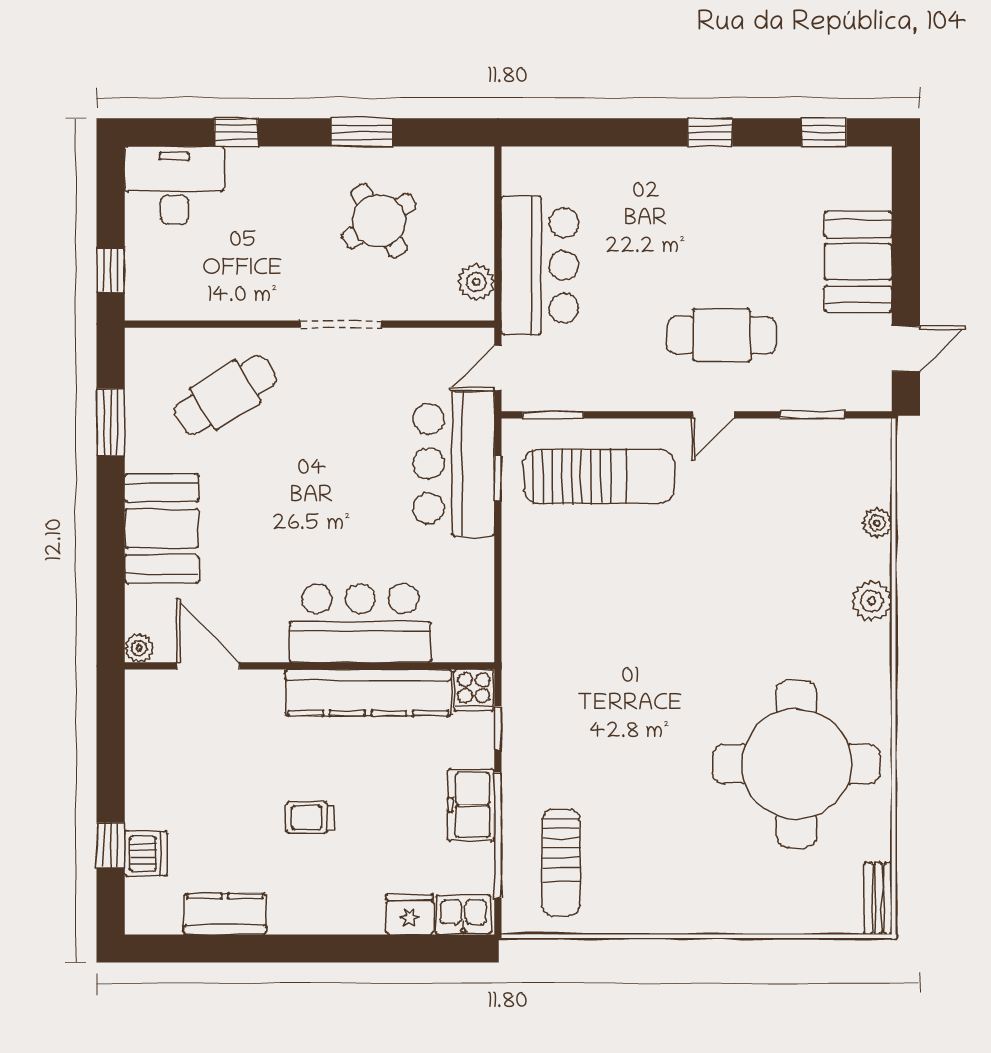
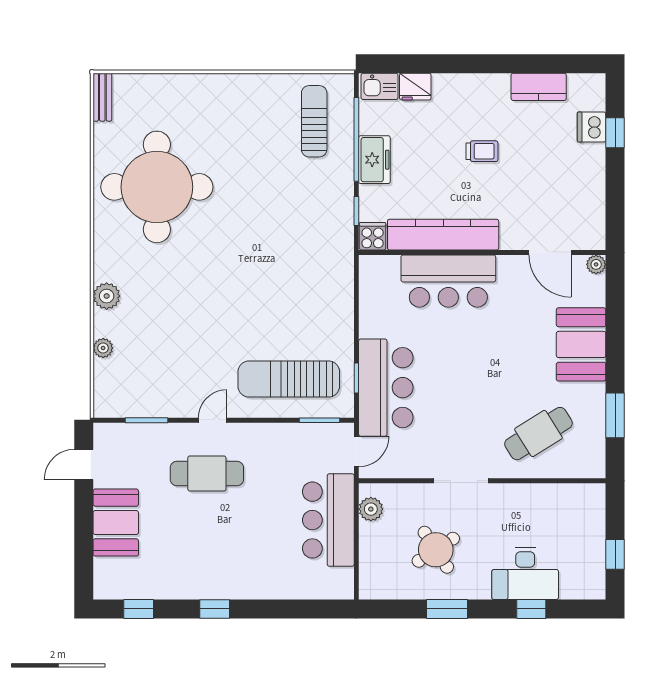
desk: (174, 185) -> (525, 574), moved
window: (111, 270) -> (615, 554), moved

